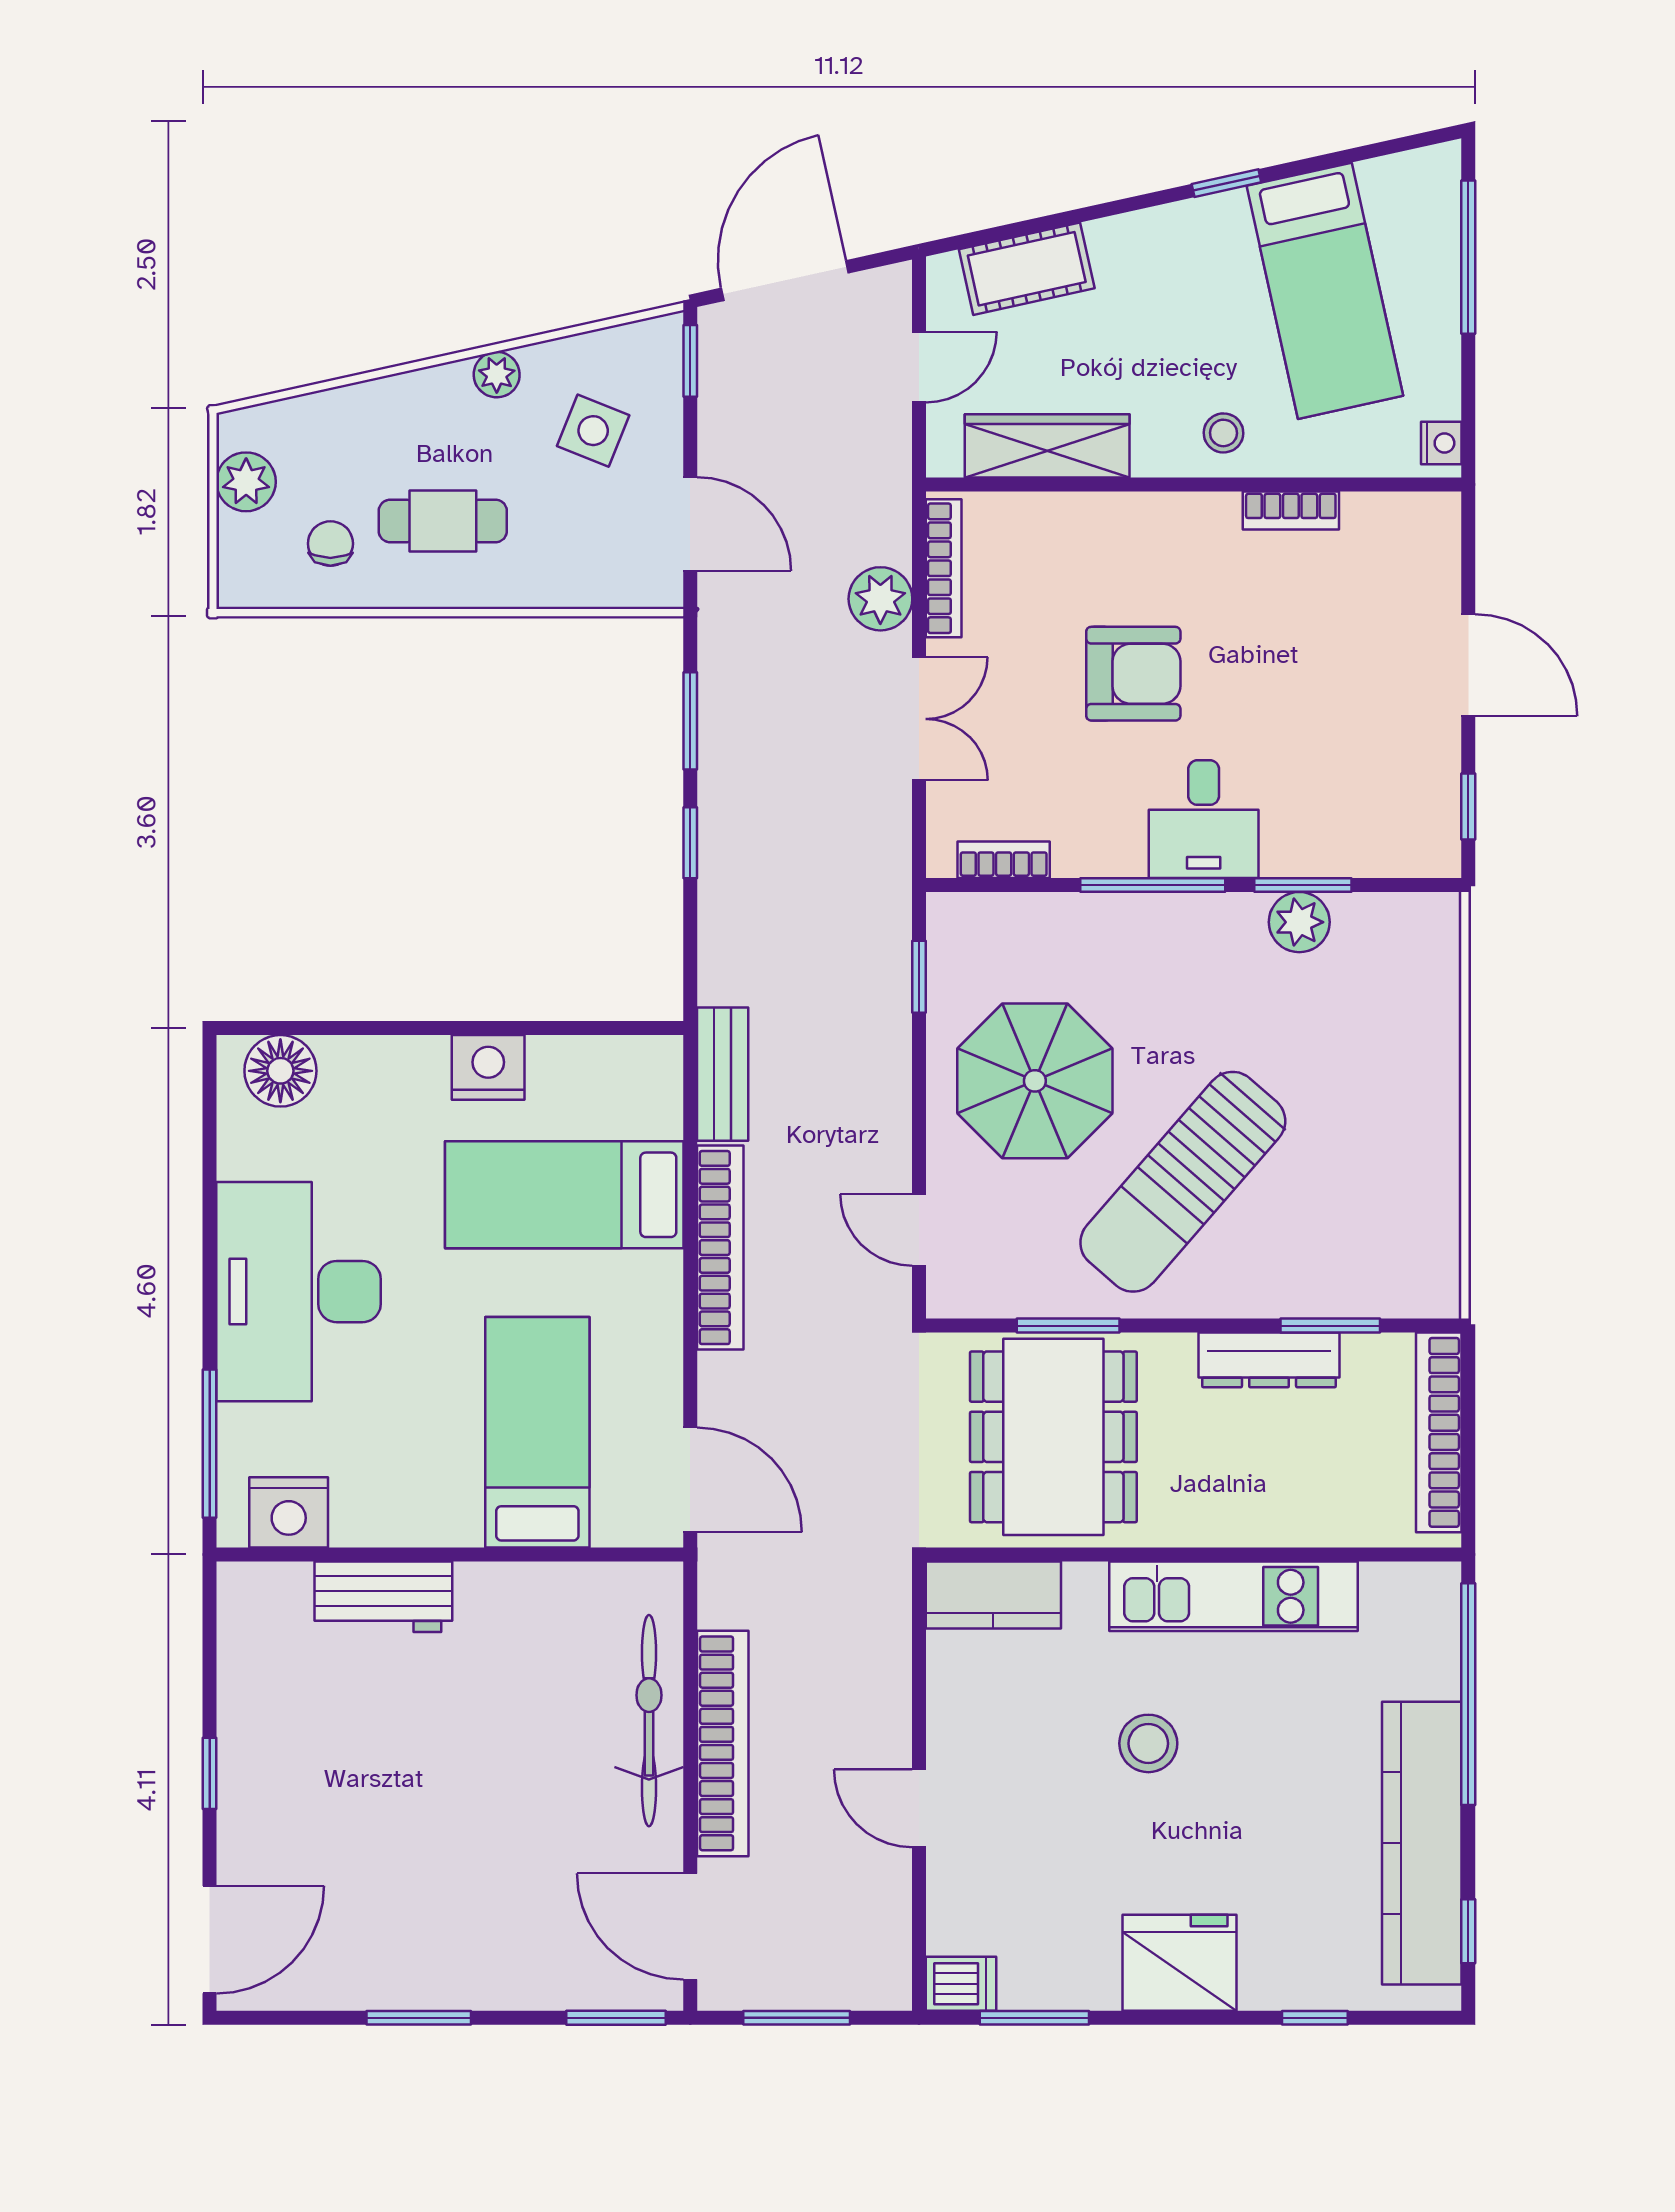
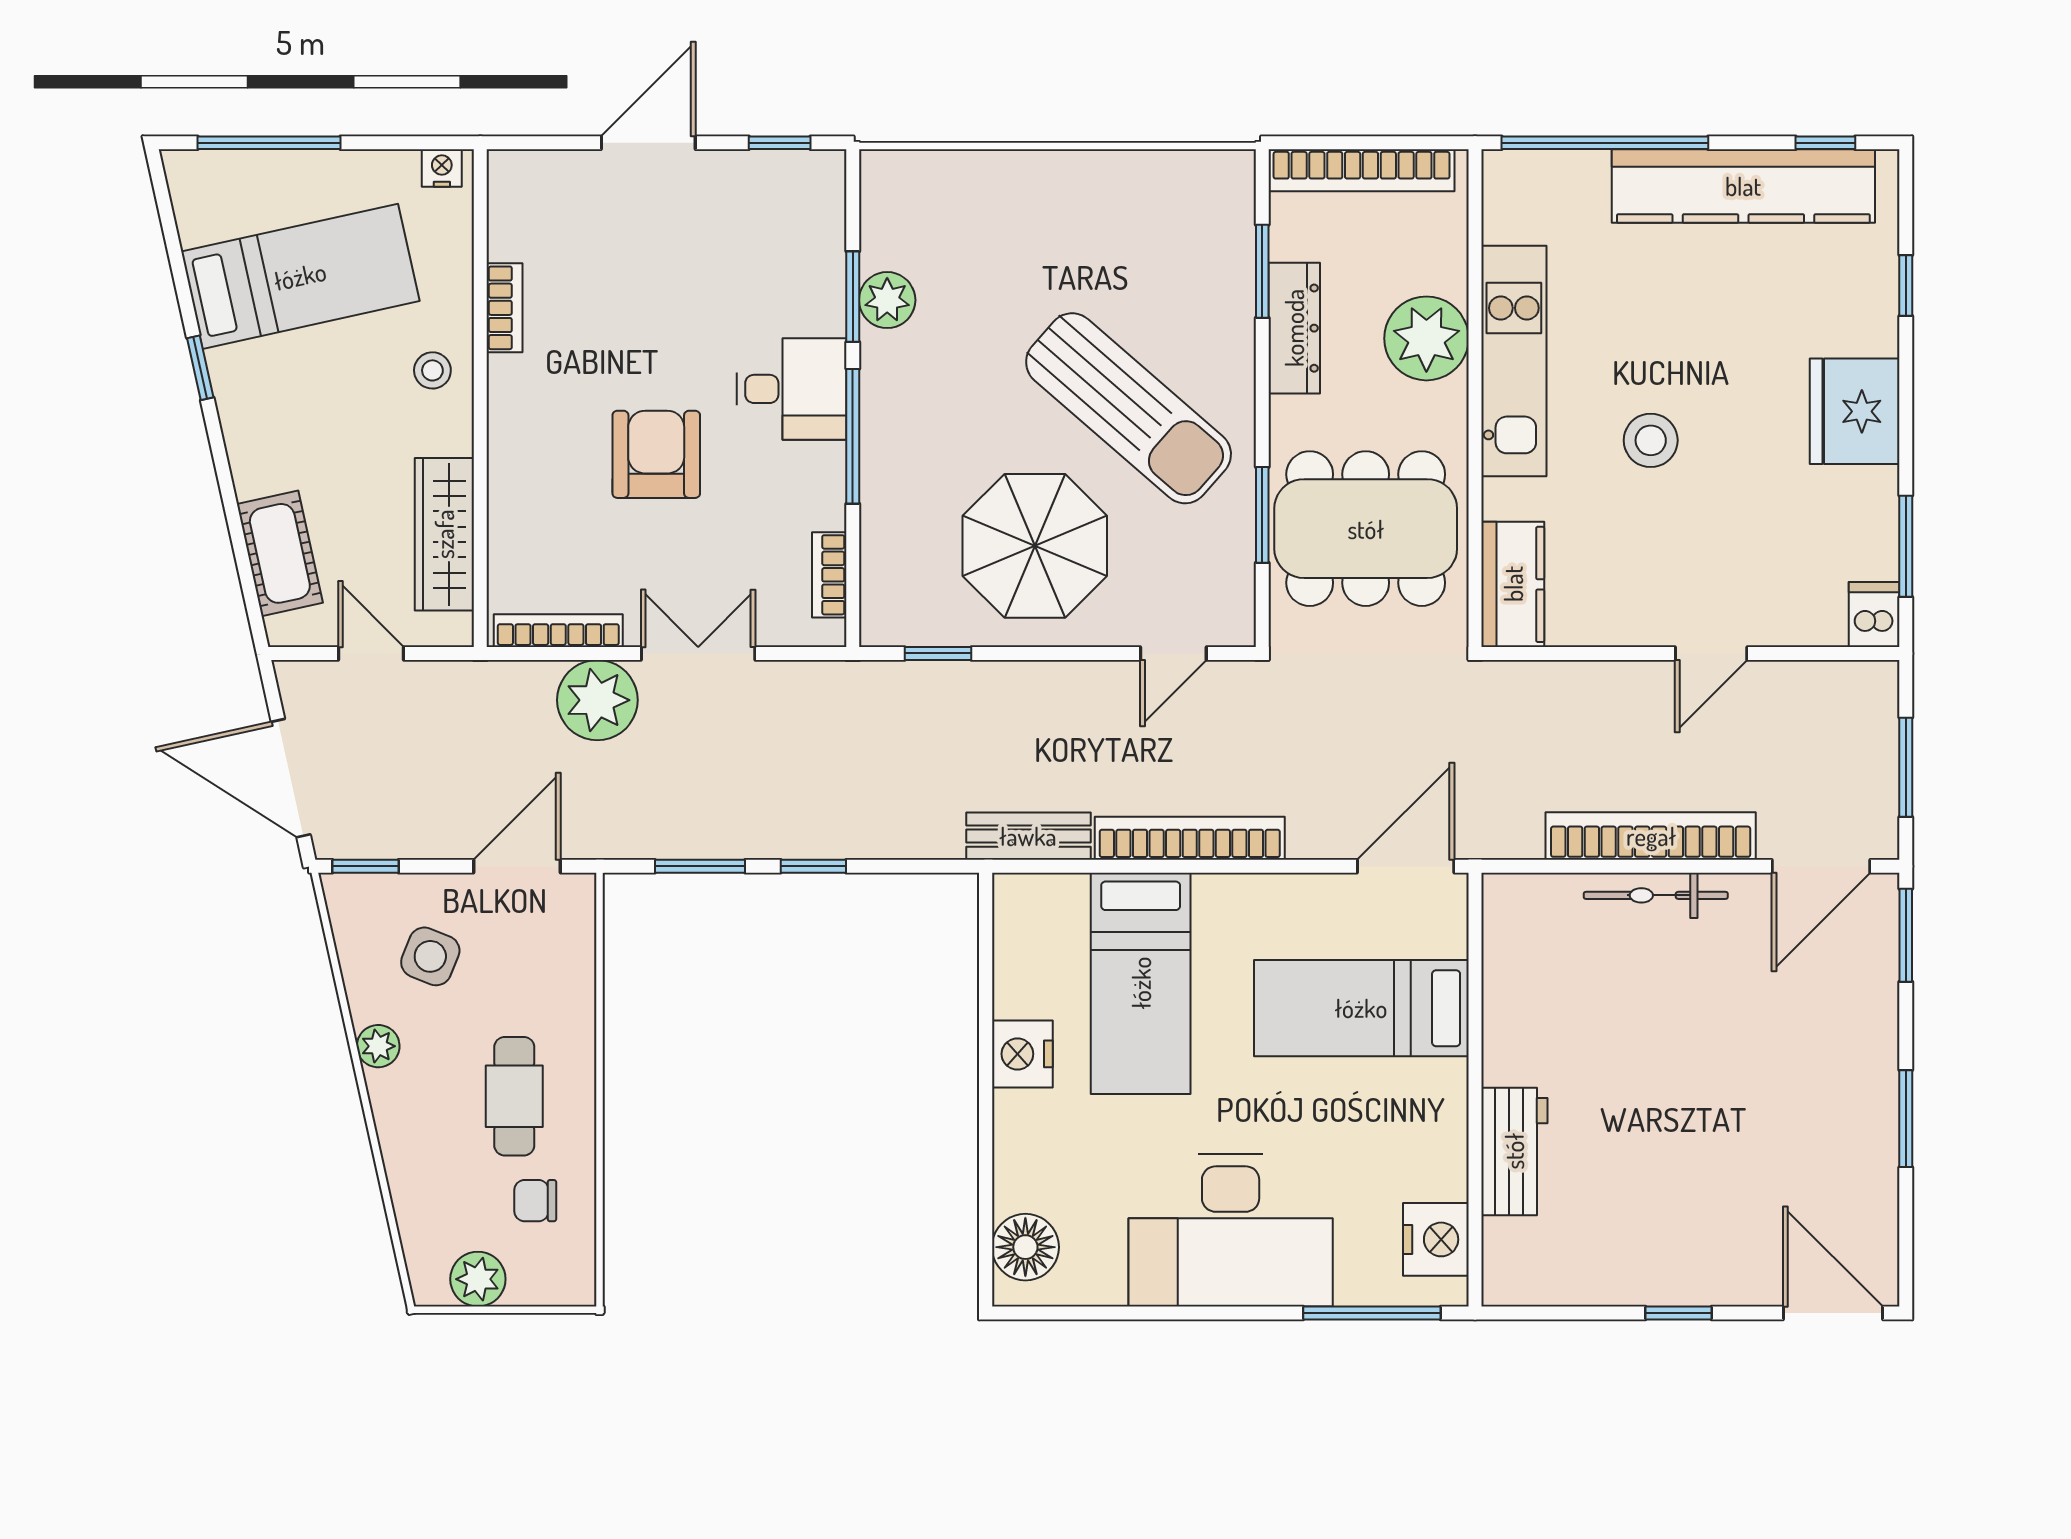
plant: (880, 599) -> (597, 700), width x1.36, depth x1.36
plant: (1258, 1502) -> (1426, 338), added
bicycle: (649, 1721) -> (1656, 895), width x0.73, depth x0.71

